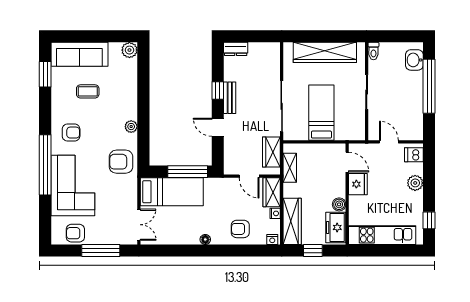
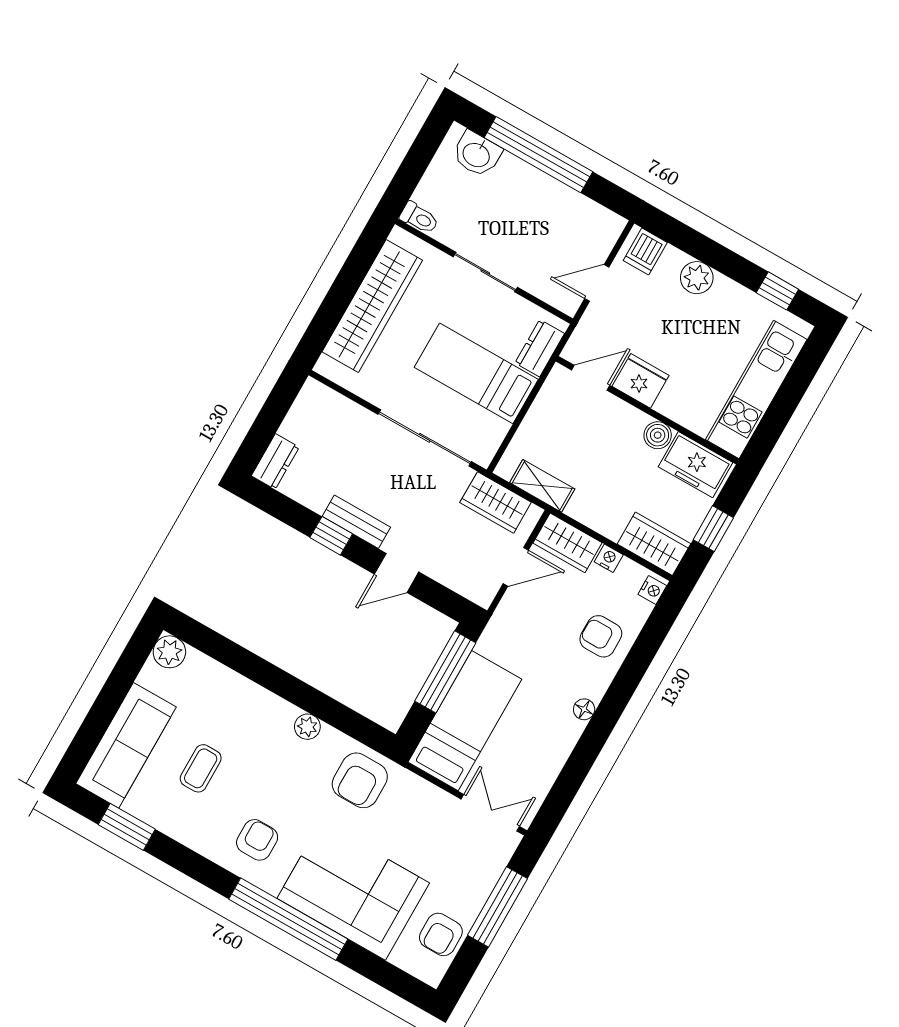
dresser: (347, 133) -> (540, 348), added
wardrobe: (292, 221) -> (654, 544), width x0.67
armchair: (240, 229) -> (601, 636), turned 90

